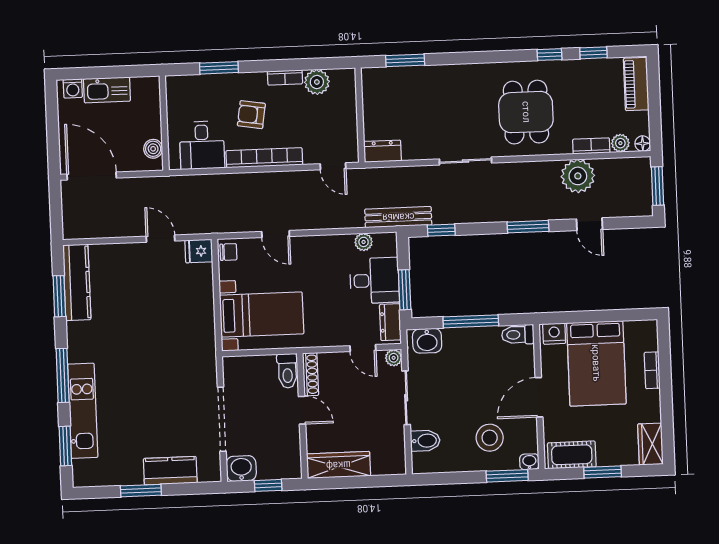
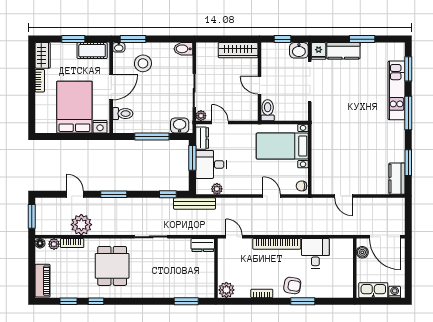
plant: (317, 82) -> (226, 290), moved
armchair: (251, 115) -> (292, 286), moved
wall: (164, 123) -> (355, 268), moved
boiler: (153, 149) -> (362, 252), moved
fridge: (199, 251) -> (319, 51), moved, turned 90
kitchen counter: (77, 282) -> (397, 179), width x0.67
toilet: (518, 335) -> (123, 114), moved
bookcase: (652, 370) -> (40, 81), moved
shoe rack: (310, 374) -> (253, 107), removed
bidet: (425, 441) -> (183, 49), moved

